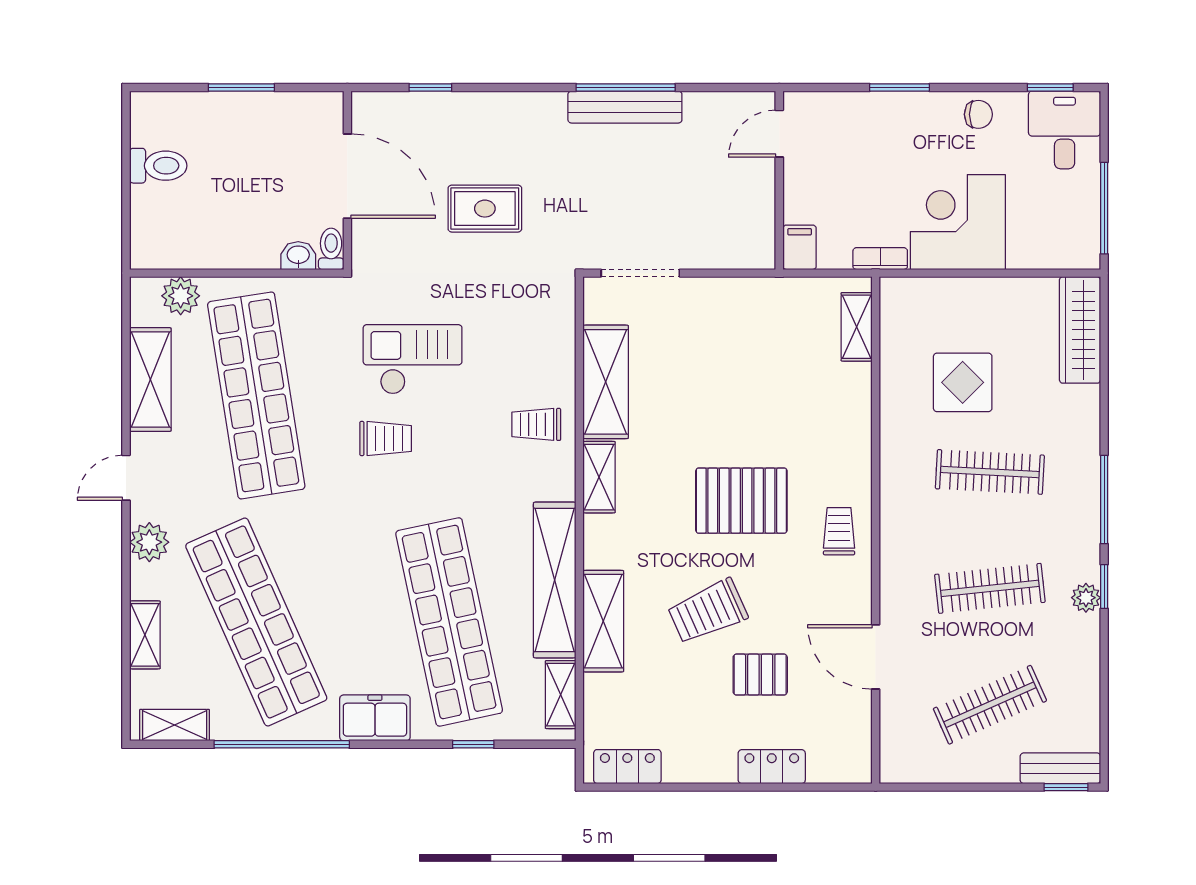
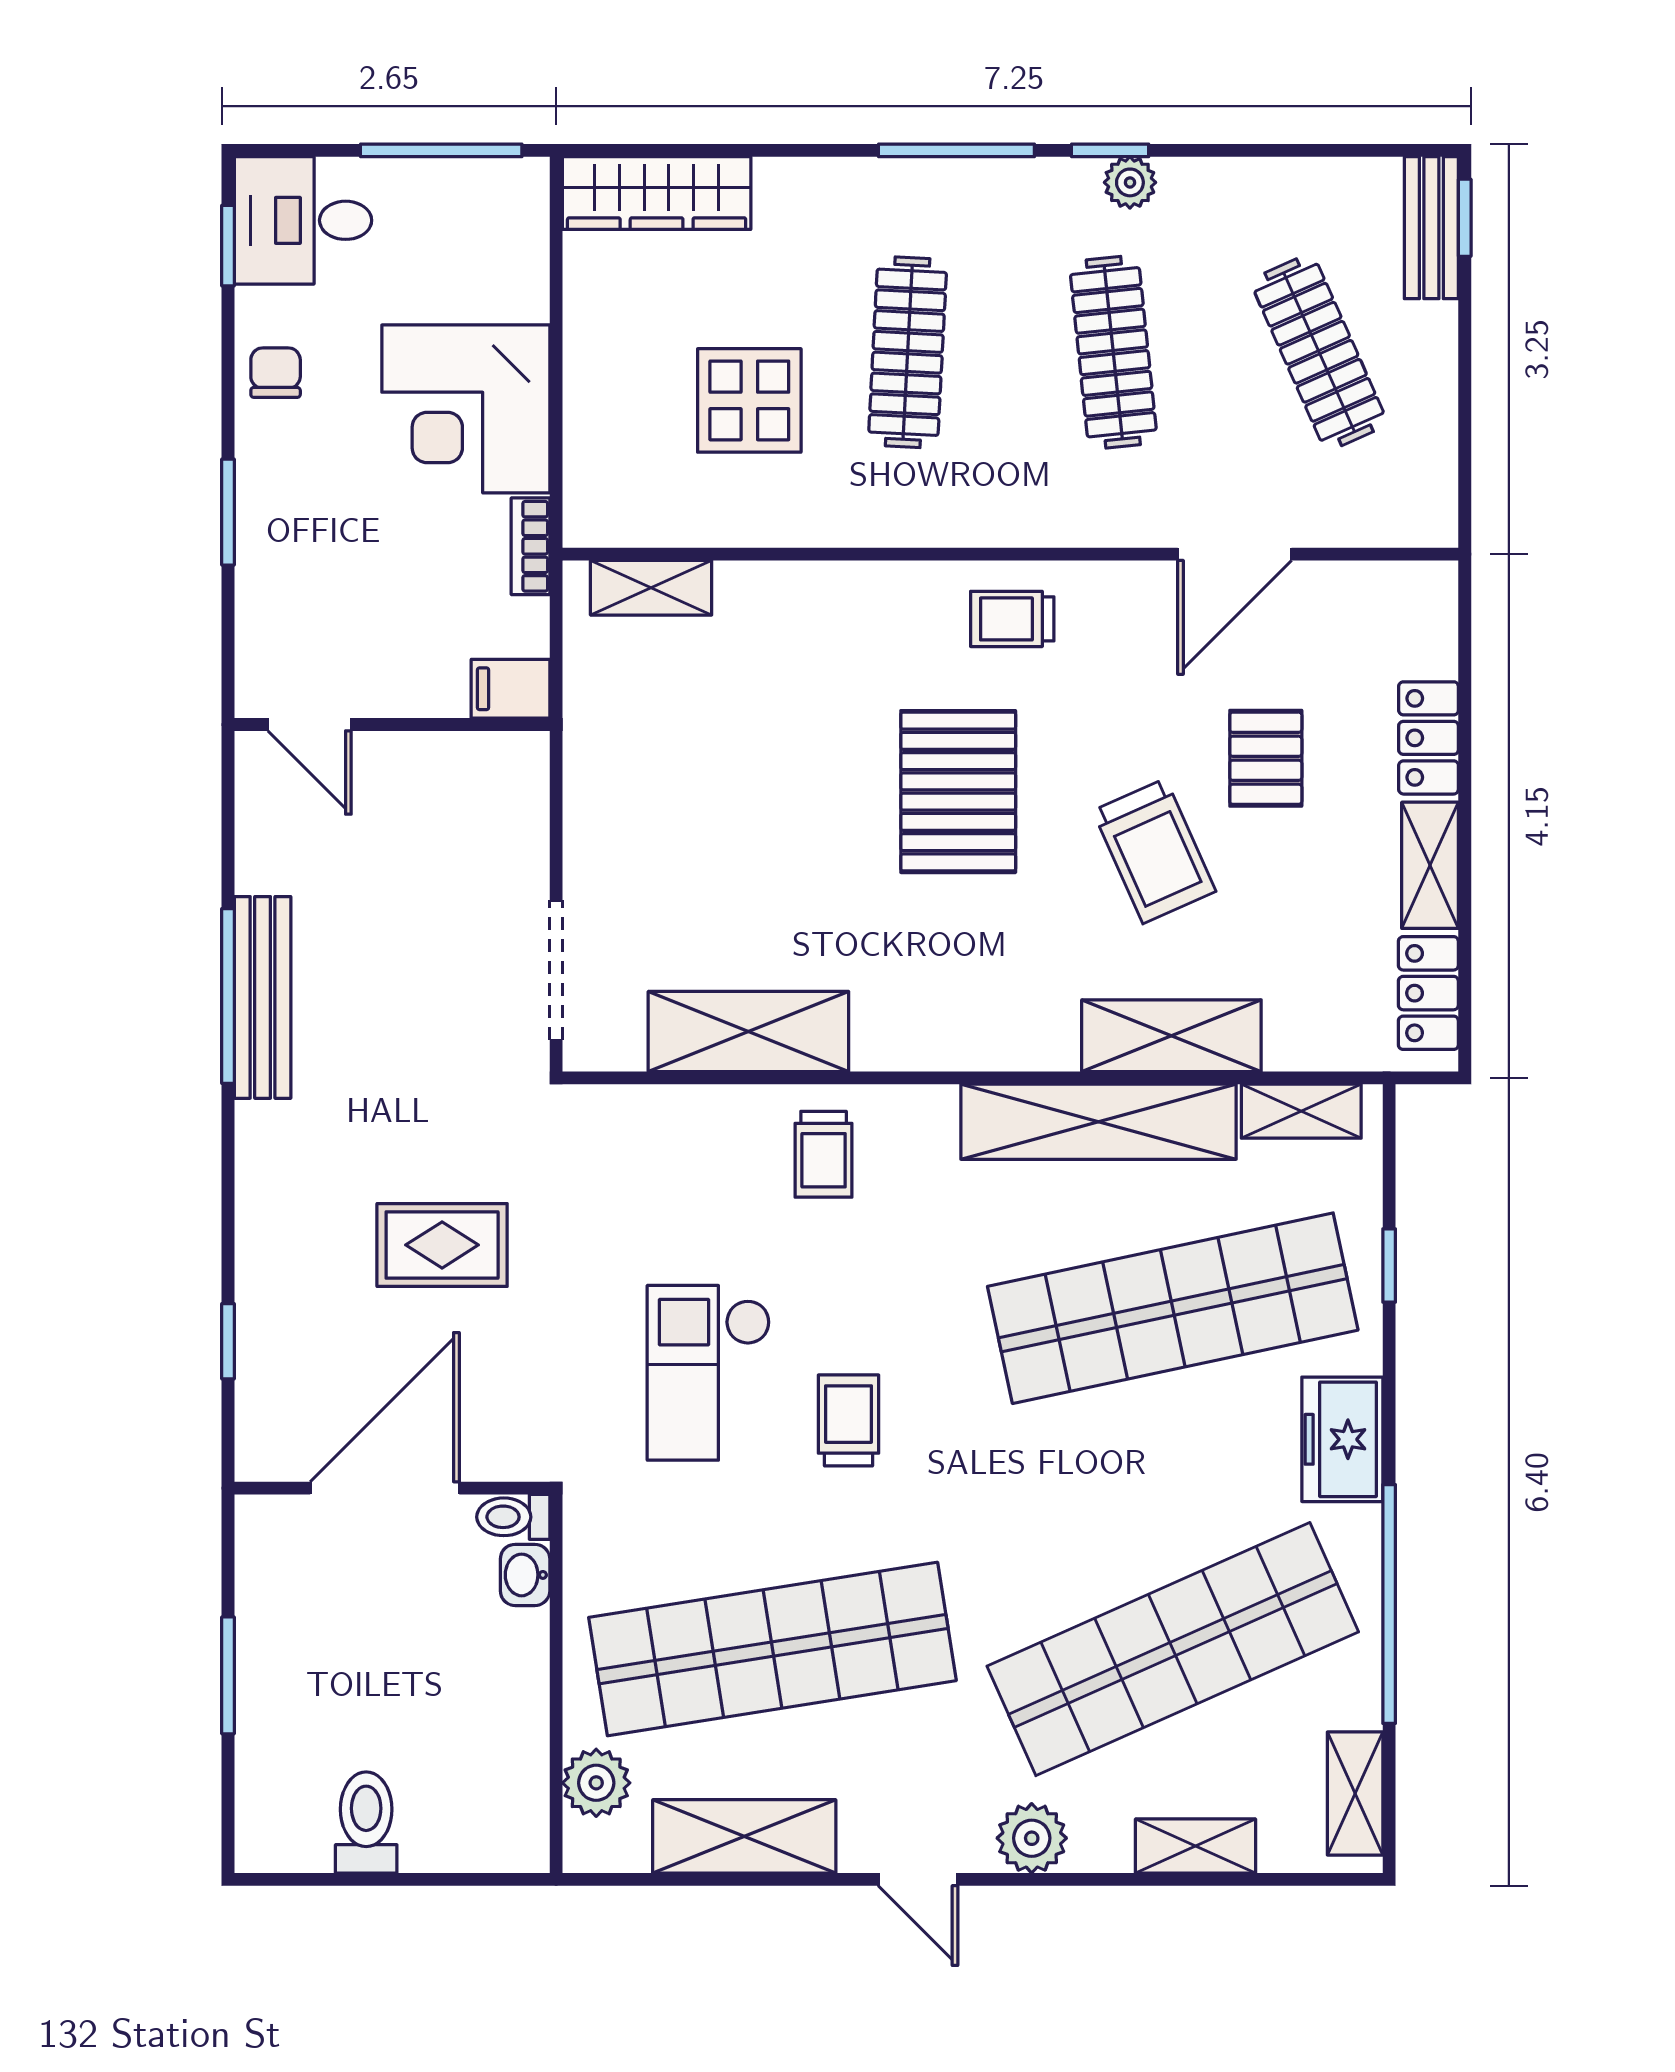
rug: (485, 209) -> (442, 1245), turned 90
shelving: (599, 477) -> (1430, 865), moved, turned 90

